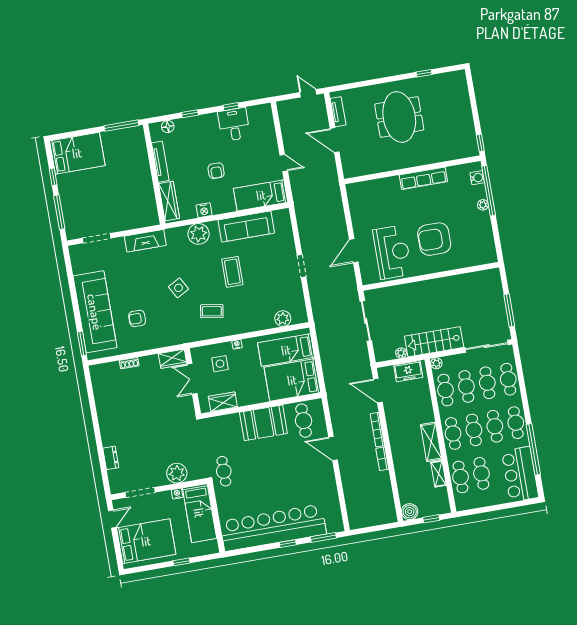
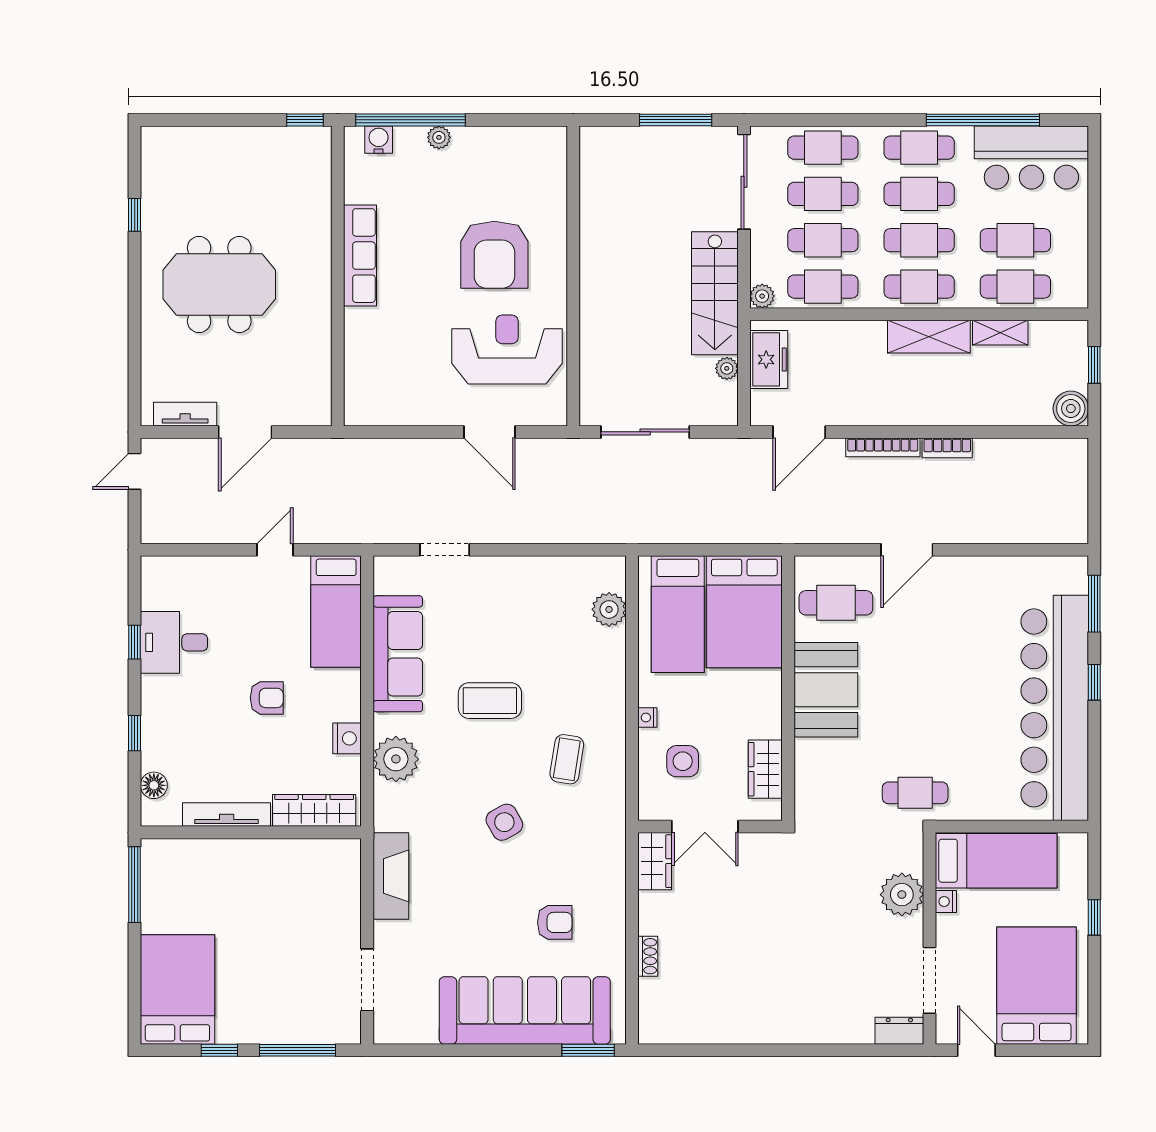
doorway: (302, 266) -> (445, 550), moved
armchair: (137, 318) -> (555, 922), turned -90
dresser: (111, 458) -> (899, 1031), moved

